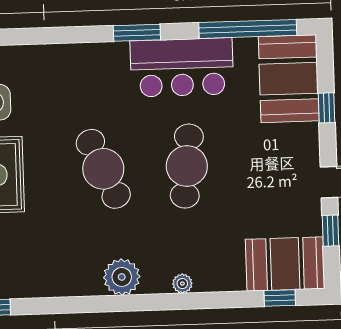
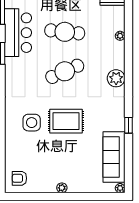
plant: (122, 277) -> (116, 78), moved

